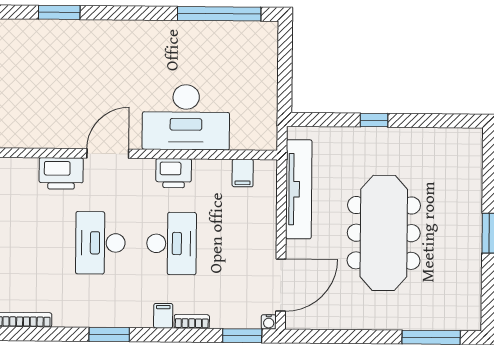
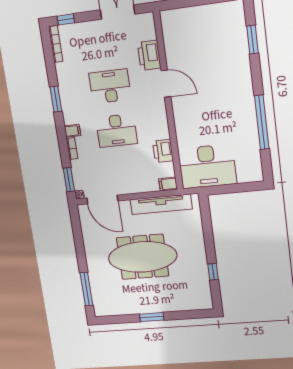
window: (219, 14) -> (262, 122), moved
desk: (186, 117) -> (207, 166), moved, turned -90
window: (374, 120) -> (213, 272), moved
printer: (174, 173) -> (163, 151), moved
filing cabinet: (243, 173) -> (168, 184), moved

